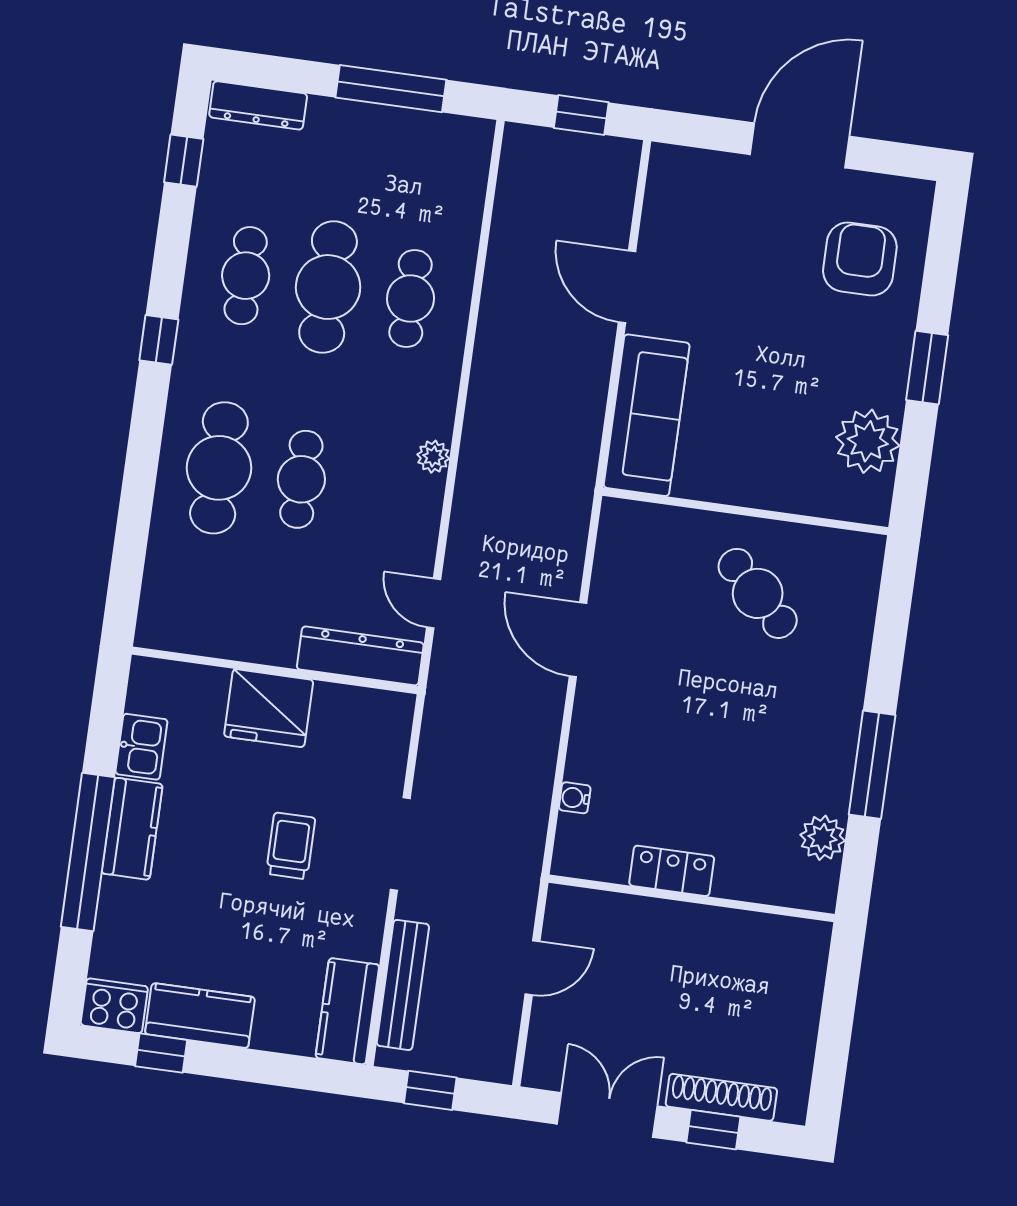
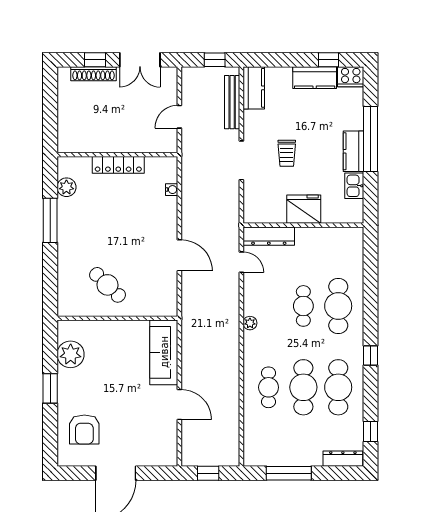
cafe table: (246, 276) -> (338, 387), width x1.37, depth x1.35
locker: (672, 871) -> (118, 165), width x1.53

